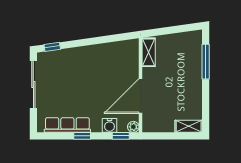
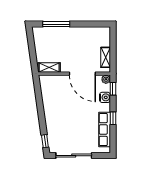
shelving: (189, 126) -> (106, 57), moved

